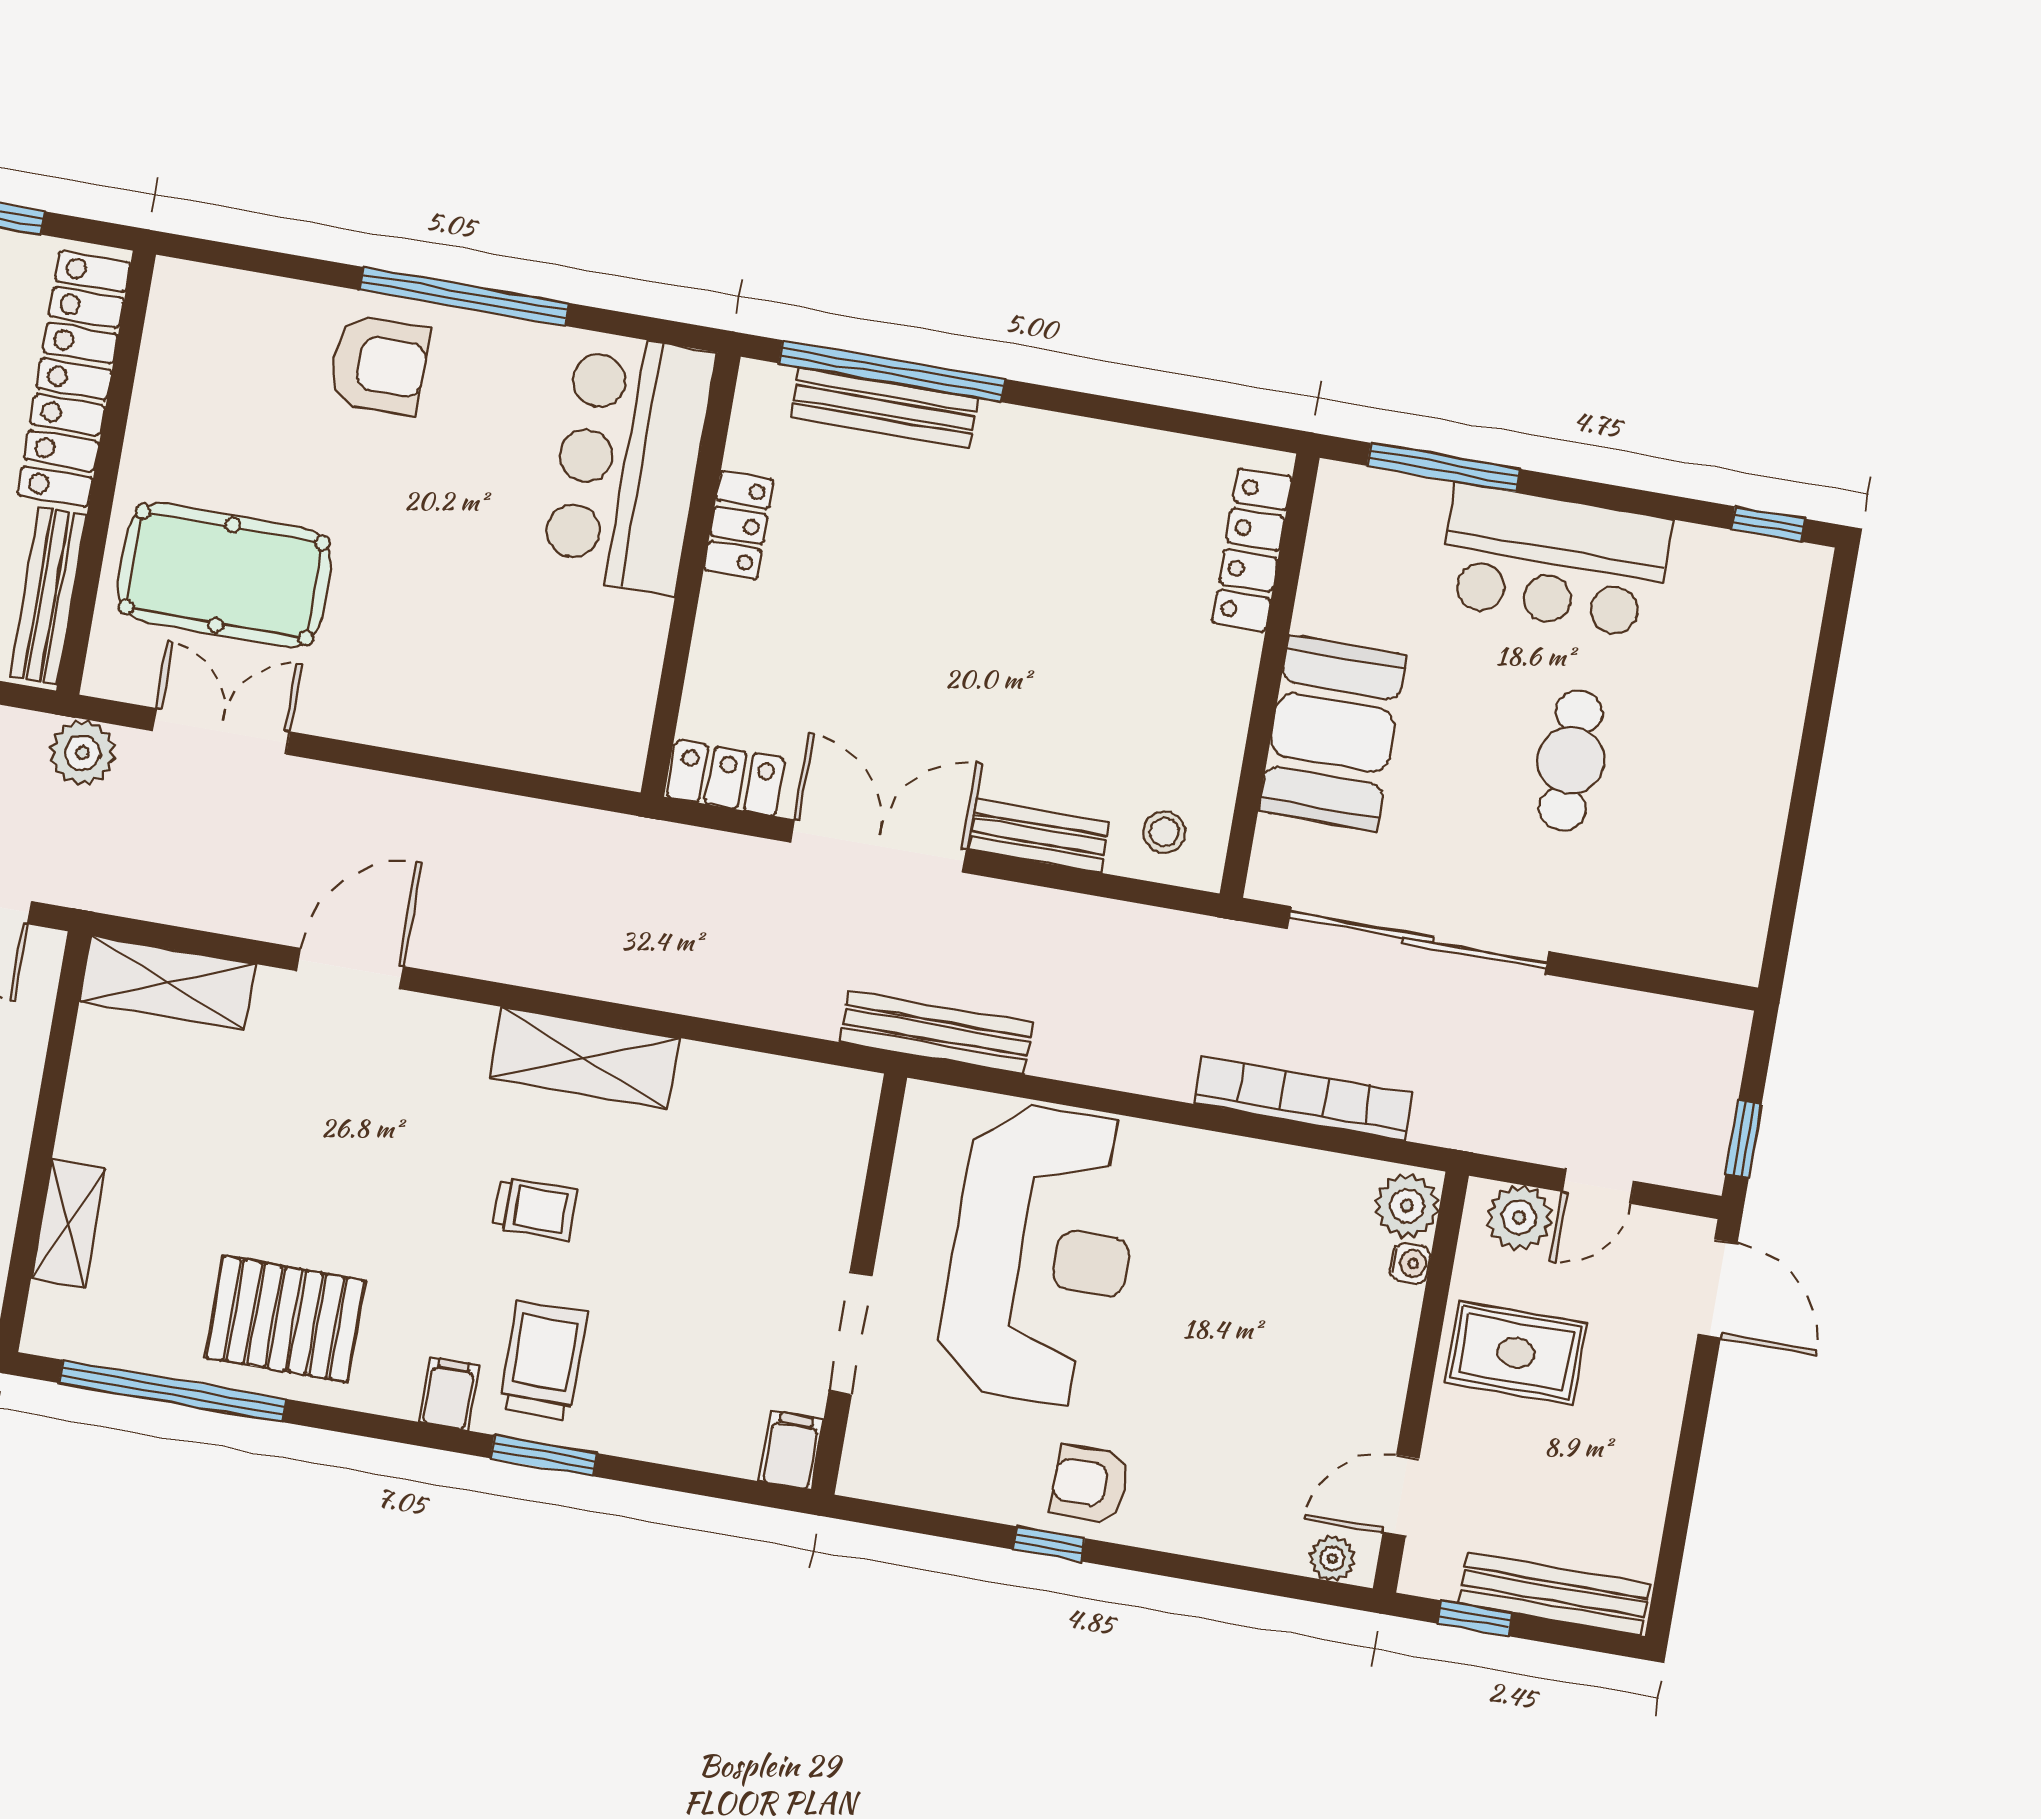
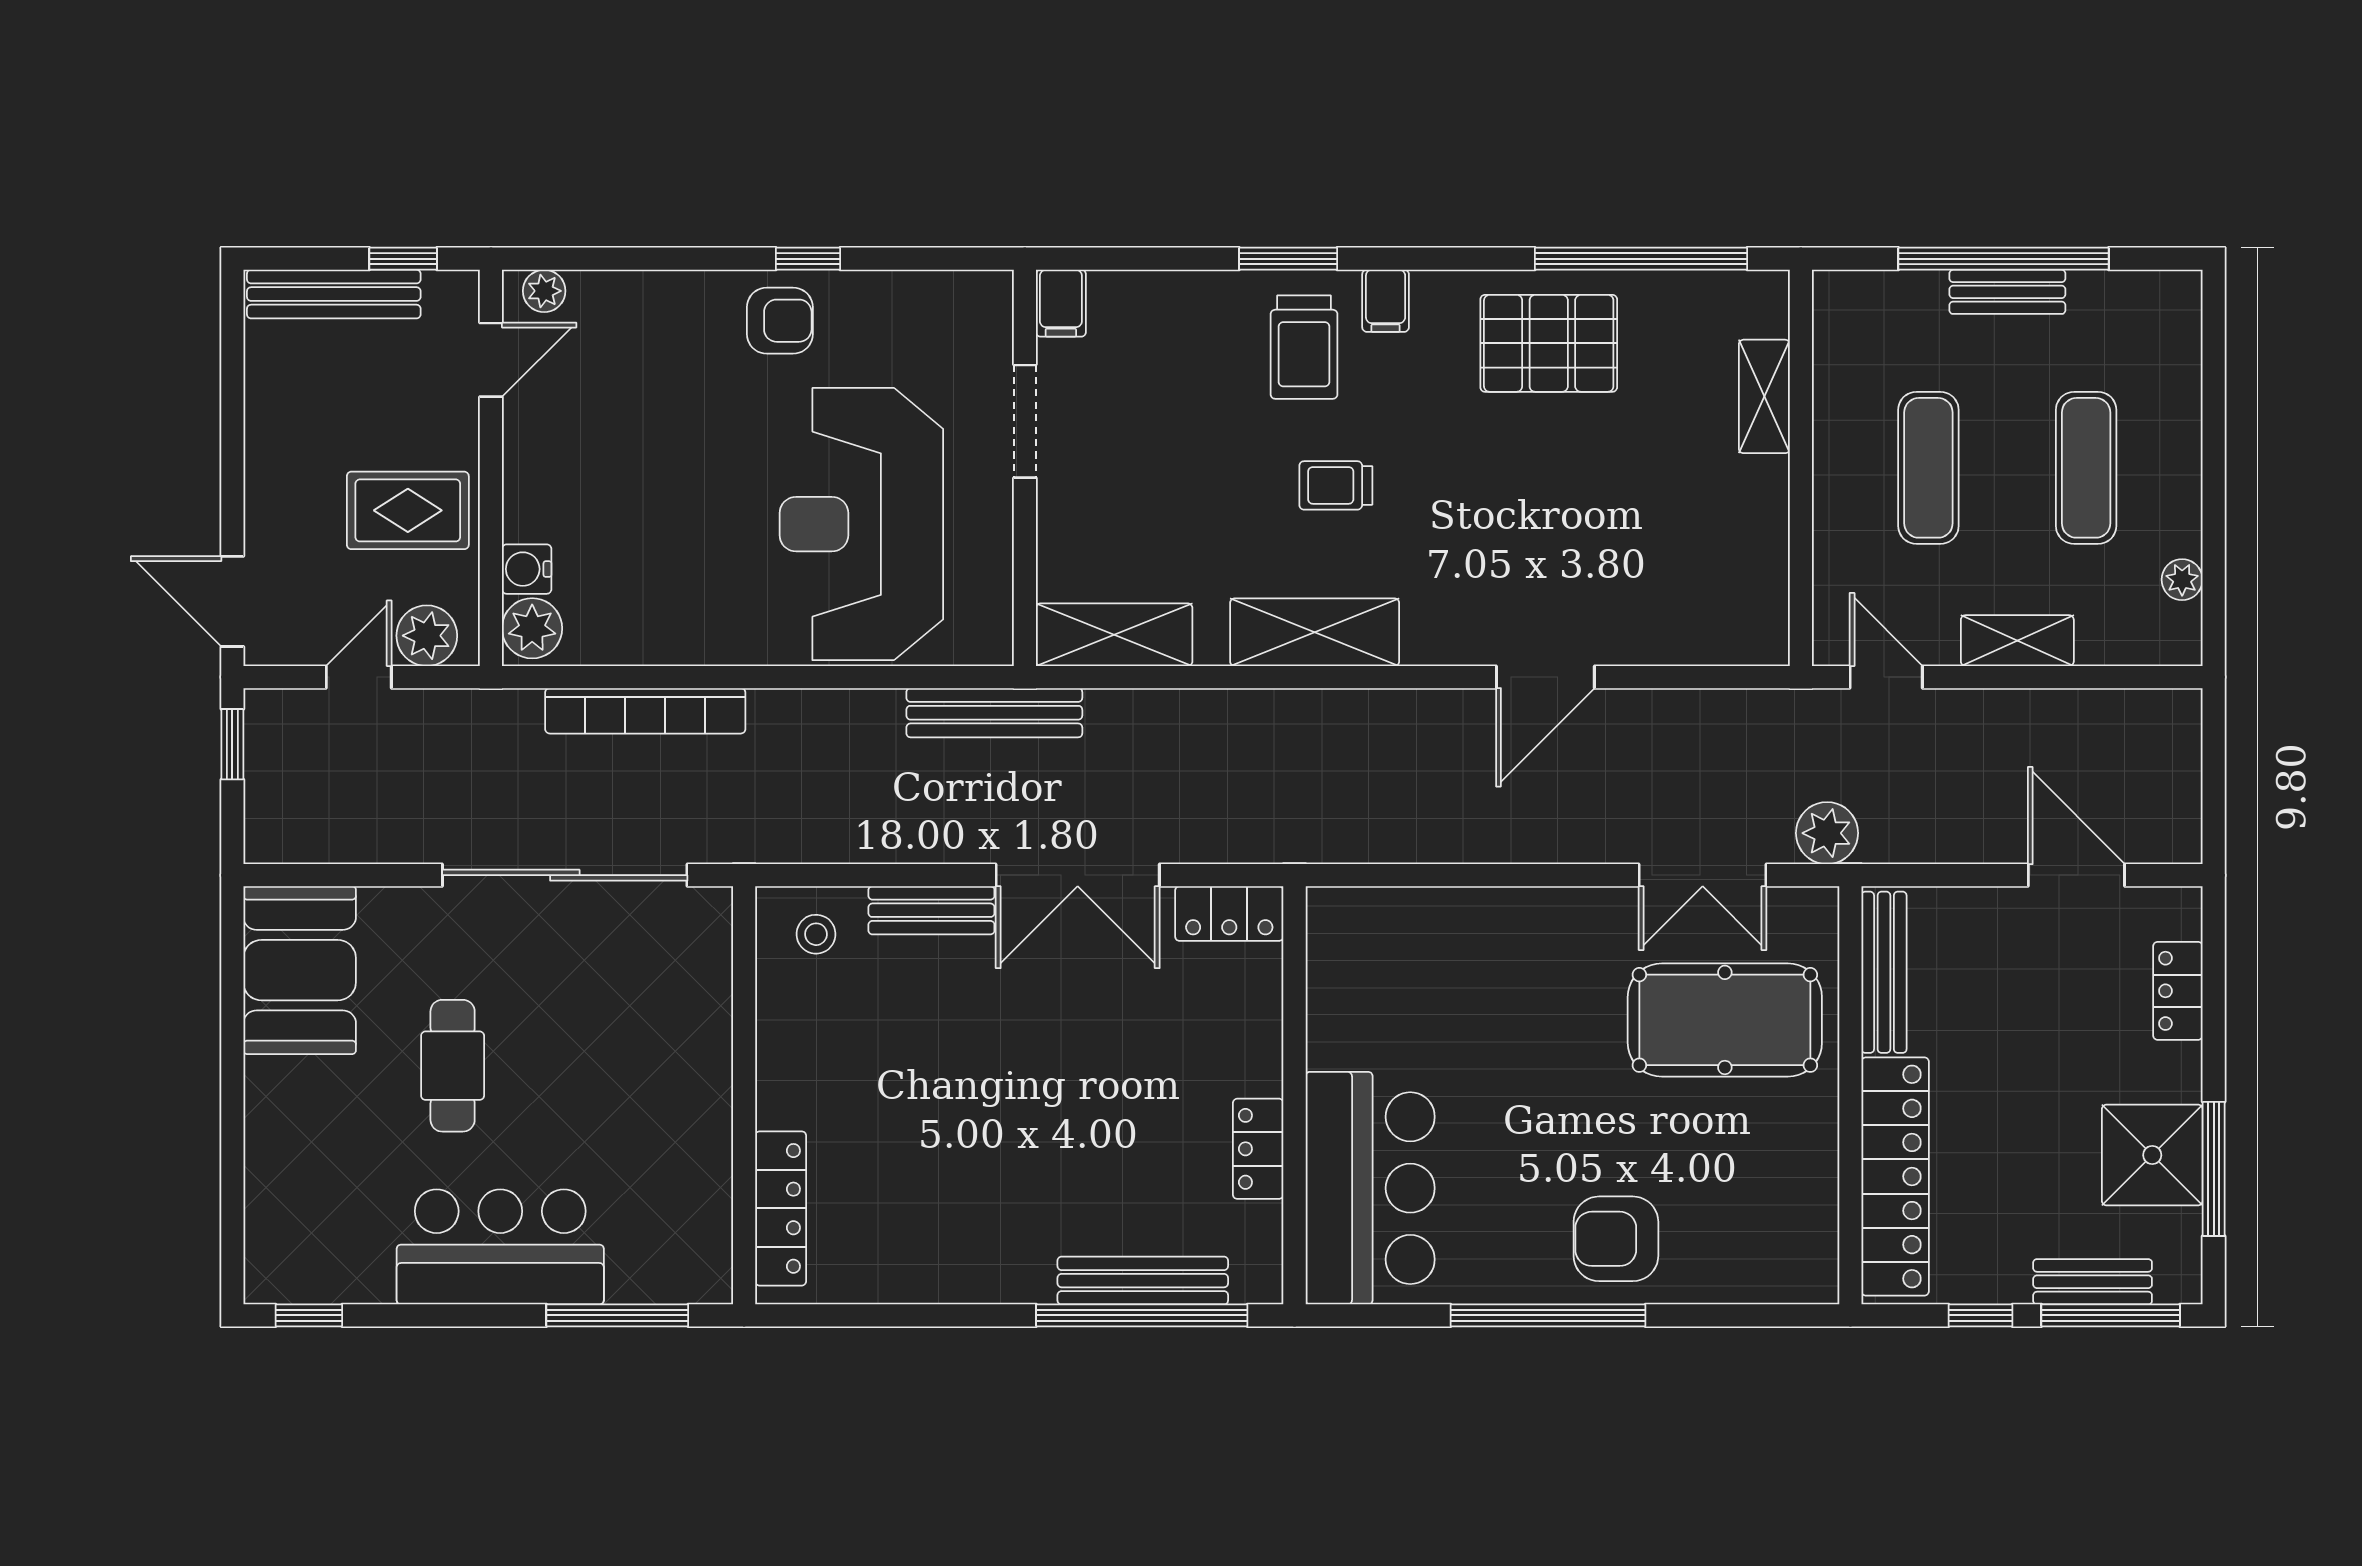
booth: (1333, 733) -> (300, 970), moved
shelving: (168, 983) -> (1114, 635), moved
water cooler: (1410, 1263) -> (527, 569), width x1.38, depth x1.38

